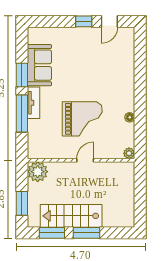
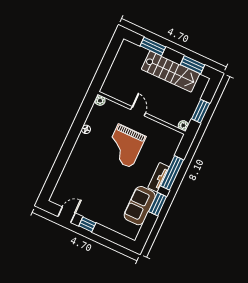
grand piano: (82, 119) -> (125, 146), turned -90
door: (85, 160) -> (138, 111), swing flipped
plant: (38, 172) -> (183, 125), width x0.53, depth x0.53
window: (22, 203) -> (201, 111), moved
window: (87, 233) -> (153, 46), moved

